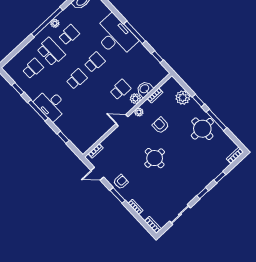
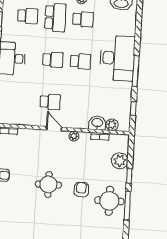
school desk: (120, 90) -> (50, 102), moved
plant: (135, 99) -> (112, 125), moved
armchair: (160, 125) -> (81, 190), moved

